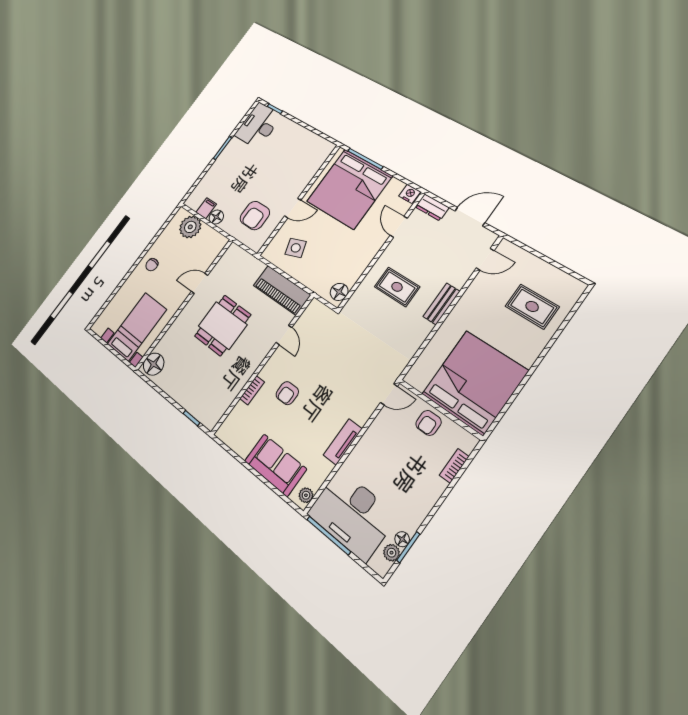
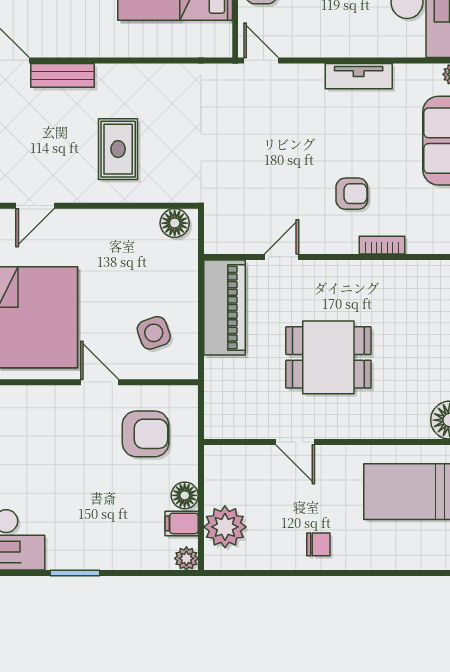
plant: (191, 201) -> (186, 558), added
bench: (441, 304) -> (62, 75), moved

